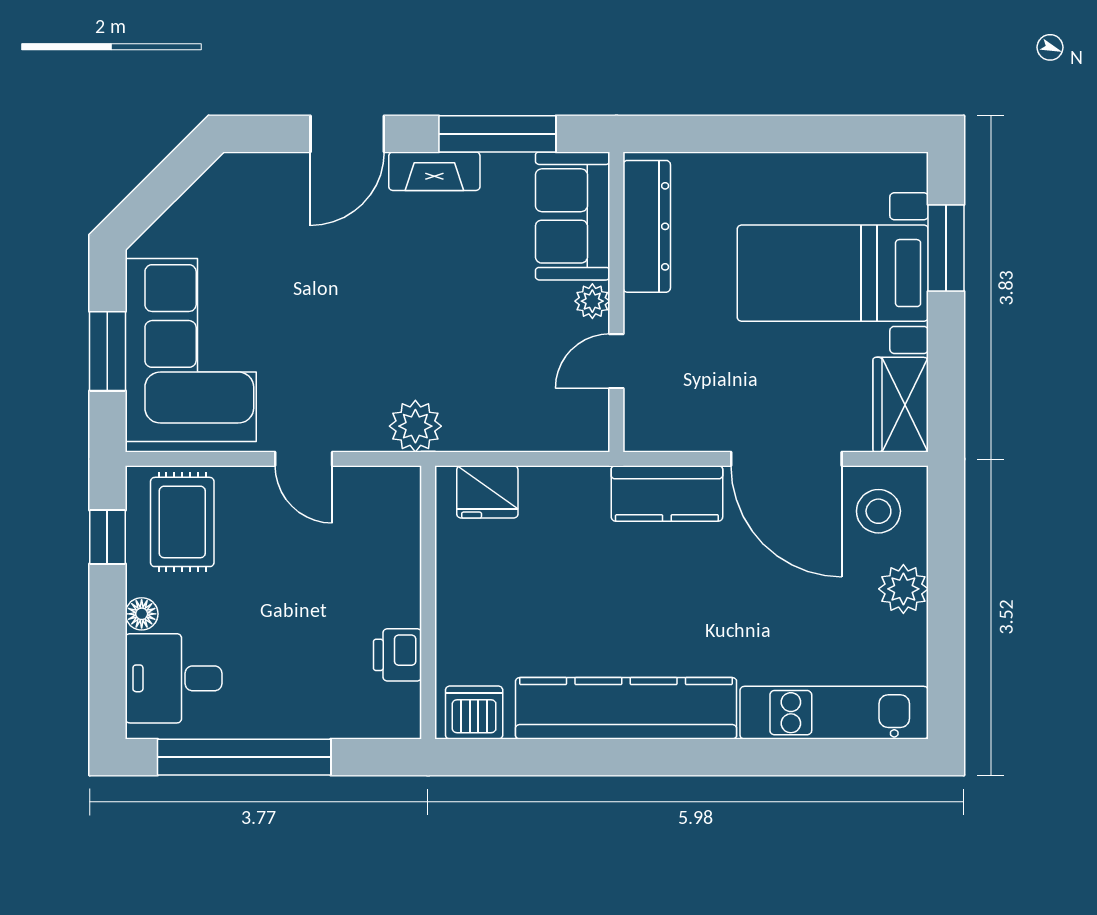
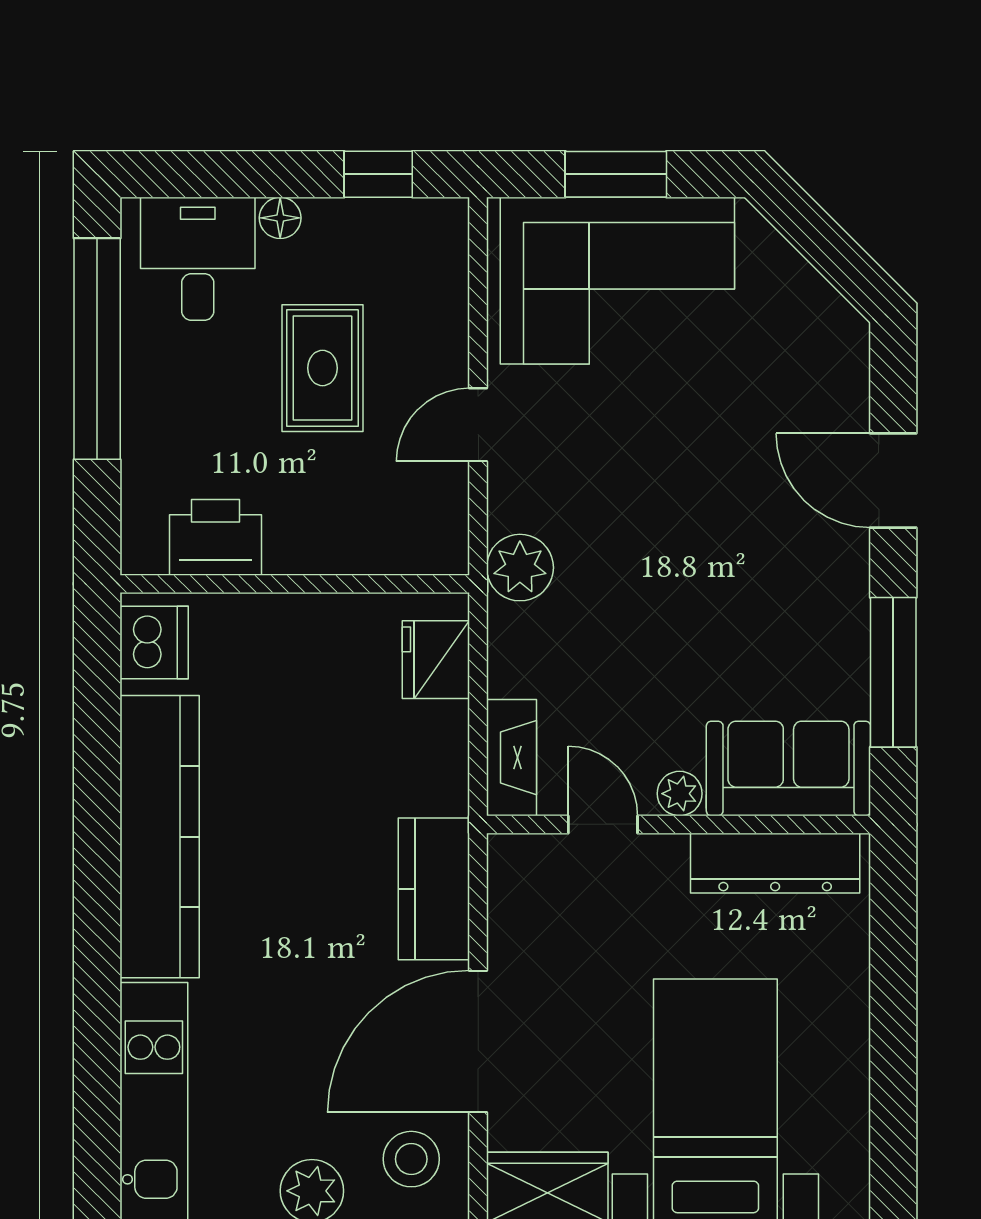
fireplace: (434, 171) -> (512, 758), moved, turned 180
rug: (182, 522) -> (322, 368), moved, turned 90
printer: (397, 655) -> (216, 537), width x1.36, depth x1.24

